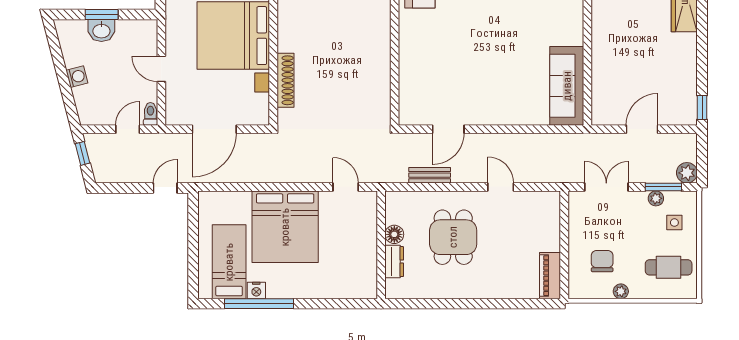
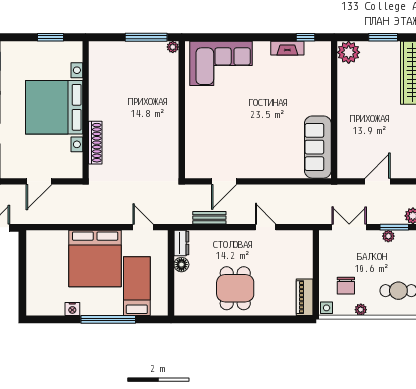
door: (214, 129) -> (39, 181), width x0.73
side table: (674, 223) -> (327, 308), moved
dining table: (453, 237) -> (235, 288), moved
chair: (602, 261) -> (346, 286), turned 180
bed: (229, 262) -> (137, 286), moved
dresser: (394, 262) -> (181, 243), moved
window: (259, 304) -> (108, 319), moved

